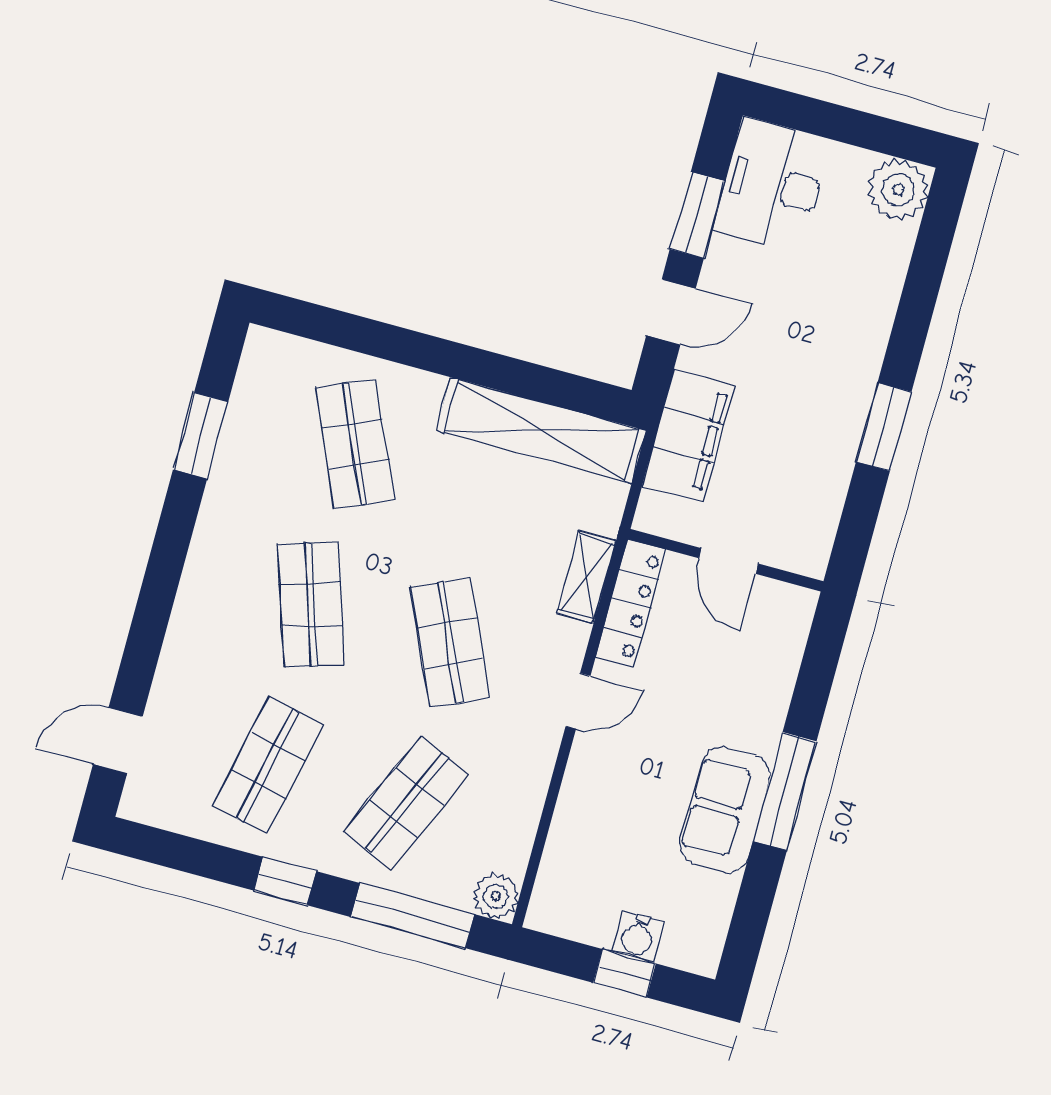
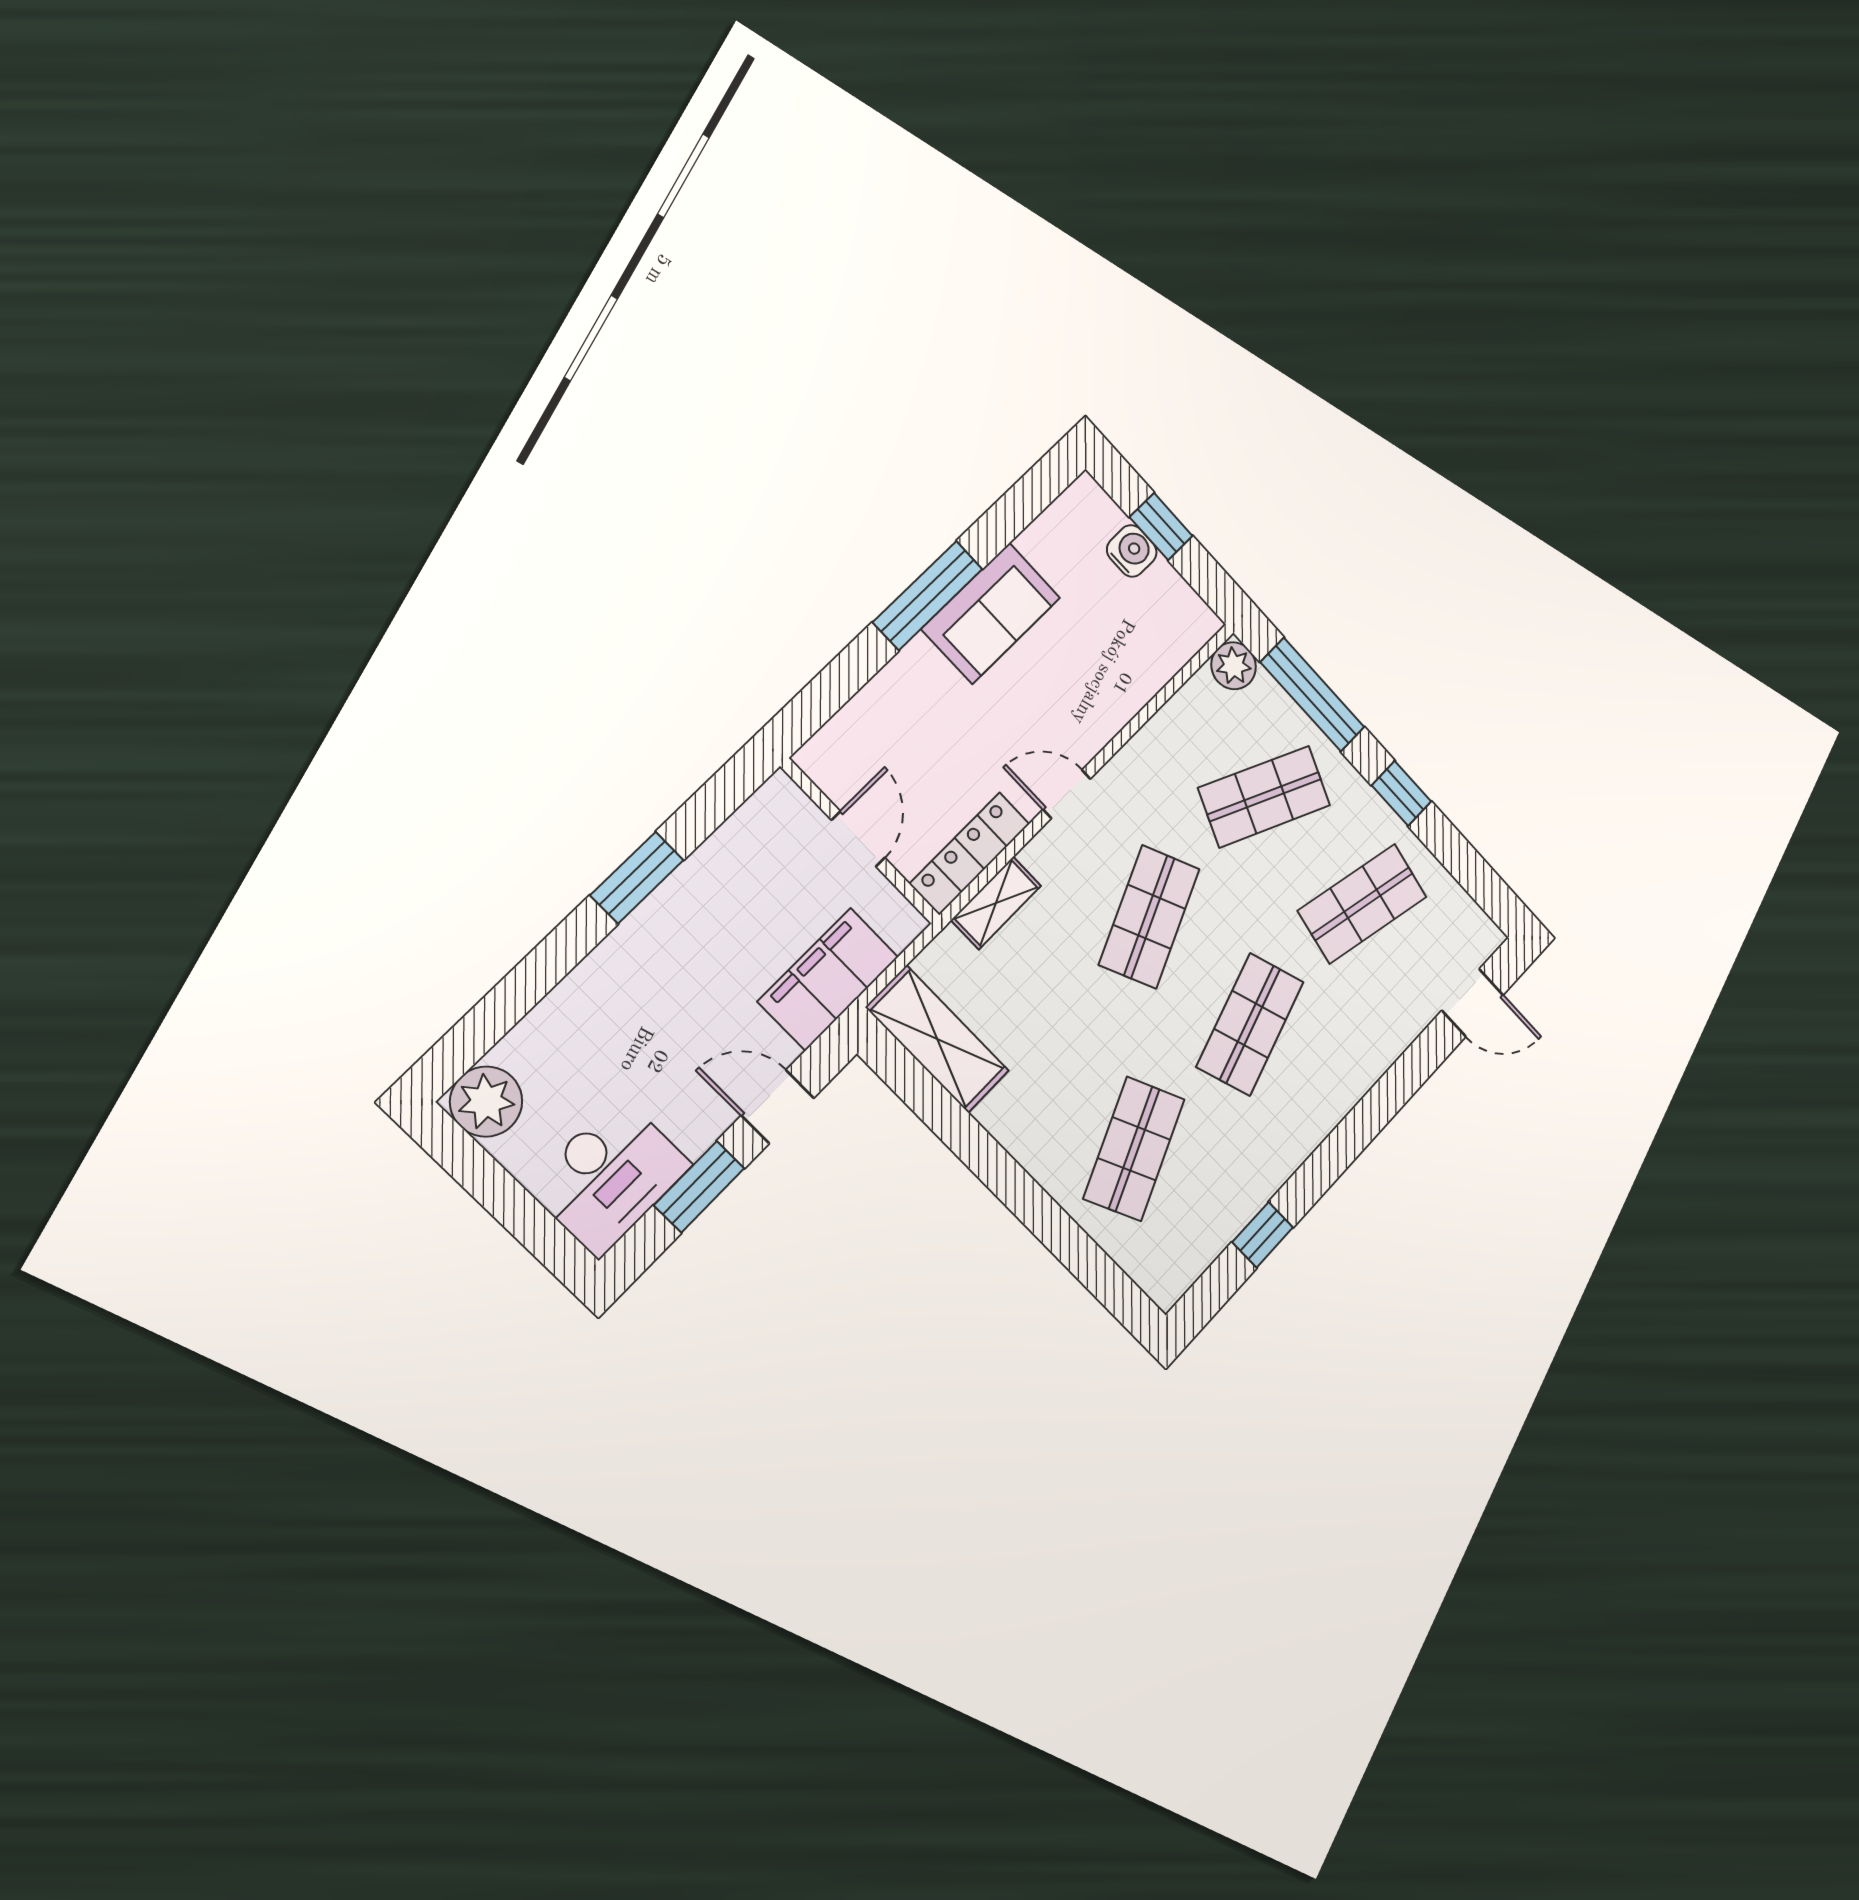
shelving: (541, 430) -> (937, 1039), width x0.68
window: (201, 436) -> (1263, 1235), width x0.67

